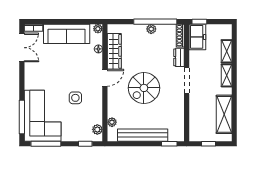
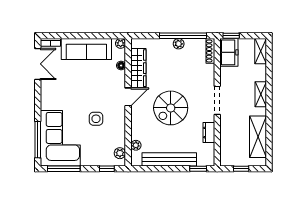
shelving: (227, 51) -> (261, 51), moved
dresser: (179, 57) -> (209, 133), moved

